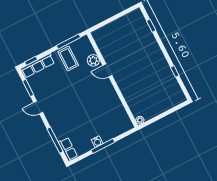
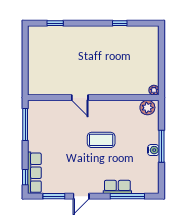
coffee table: (68, 59) -> (101, 140), moved
plant: (93, 60) -> (147, 108), moved
door: (107, 70) -> (80, 98), hinge flipped
row of seats: (68, 149) -> (117, 187), moved

